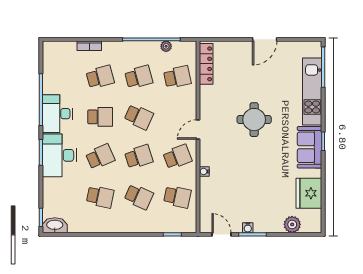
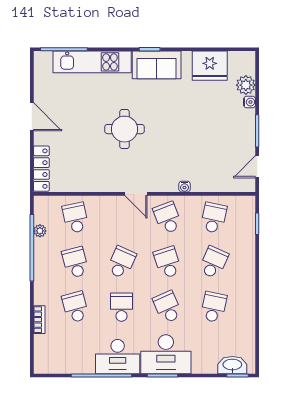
locker: (206, 64) -> (41, 169), moved, turned 90
washbasin: (55, 225) -> (232, 365), moved, turned 90
water cooler: (248, 228) -> (250, 102), moved

